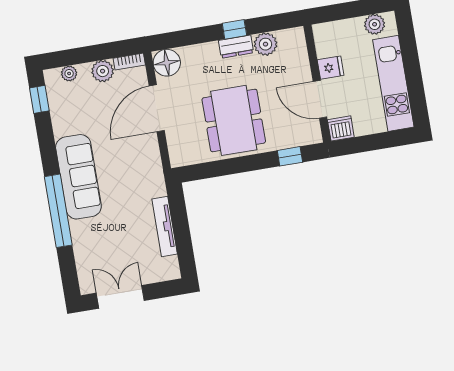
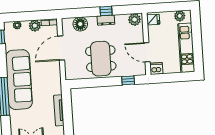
plant: (266, 44) -> (135, 20), moved
floor lamp: (167, 63) -> (80, 24), moved
fridge: (331, 68) -> (153, 20), moved
sofa: (78, 177) -> (19, 80), width x1.36, depth x1.27

